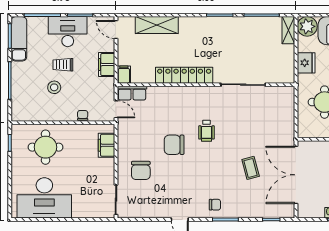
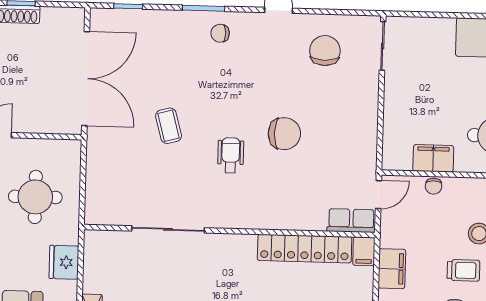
locker: (184, 75) -> (305, 249), moved
door: (116, 109) -> (378, 195), swing flipped
filing cabinet: (106, 145) -> (433, 158), moved, turned -90
coffee table: (251, 168) -> (169, 126), moved
chair: (141, 170) -> (325, 51), moved

